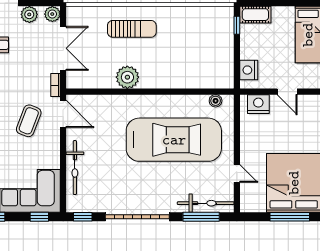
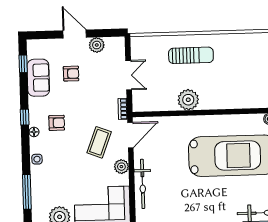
plant: (52, 14) -> (121, 167), moved
double door: (63, 48) -> (129, 75), width x0.73
door: (63, 114) -> (130, 135), hinge flipped

